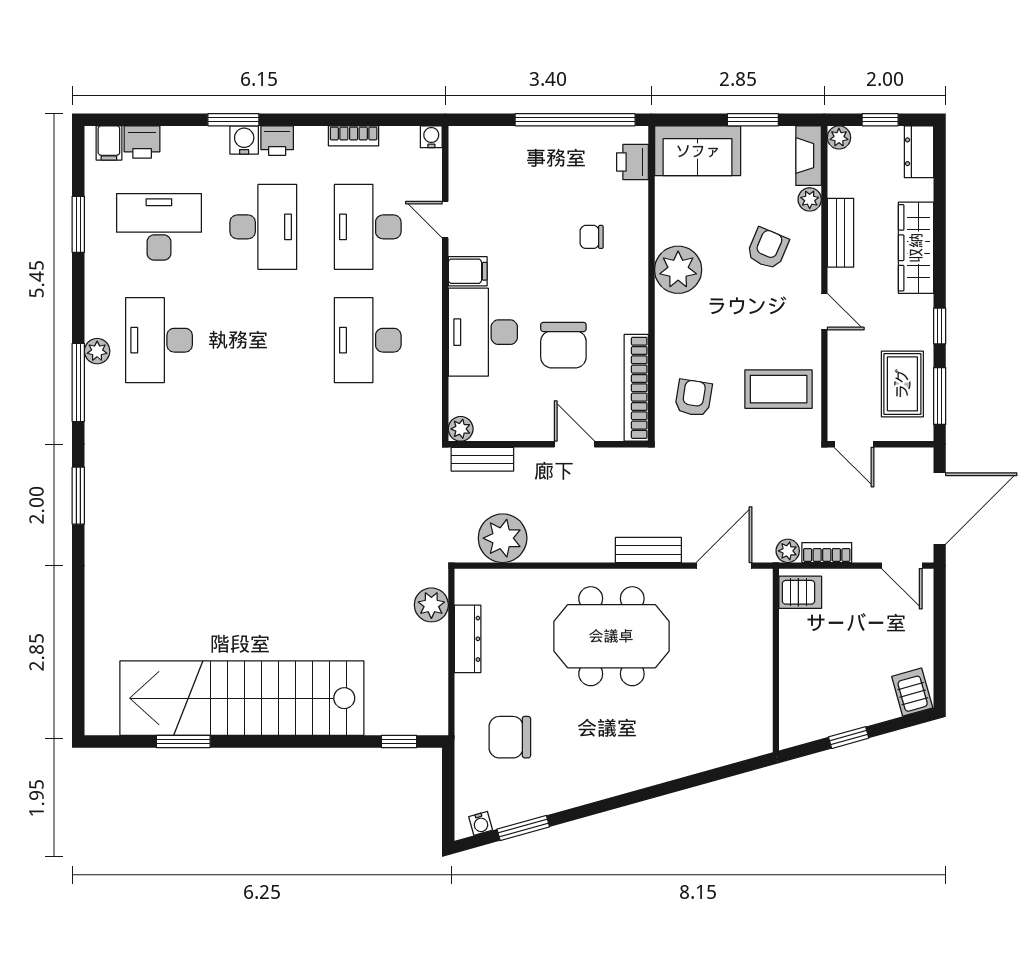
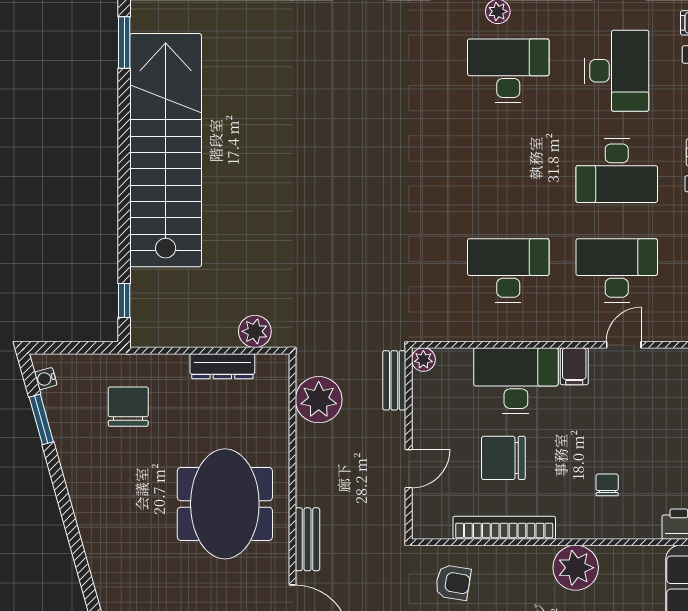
bookcase: (636, 388) -> (504, 528), moved
window: (183, 741) -> (124, 43), moved

